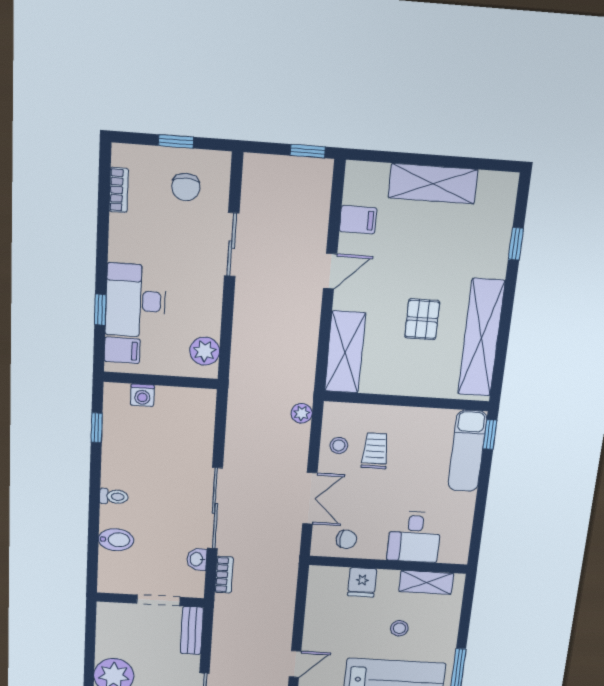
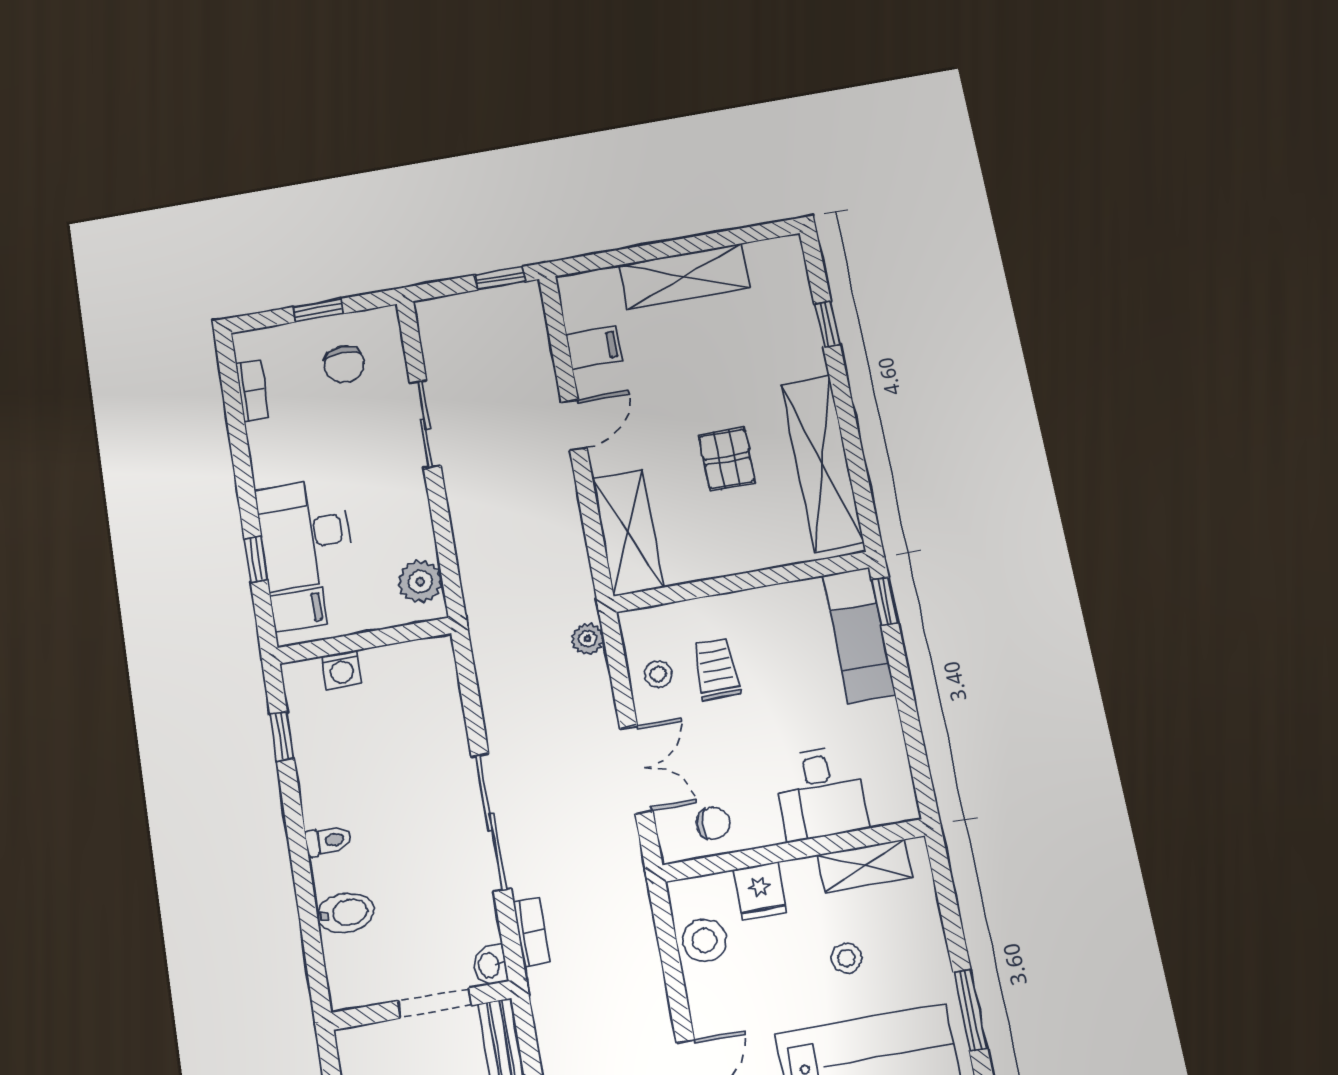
washbasin: (197, 559) -> (490, 965), moved
stool: (322, 601) -> (704, 940), added

